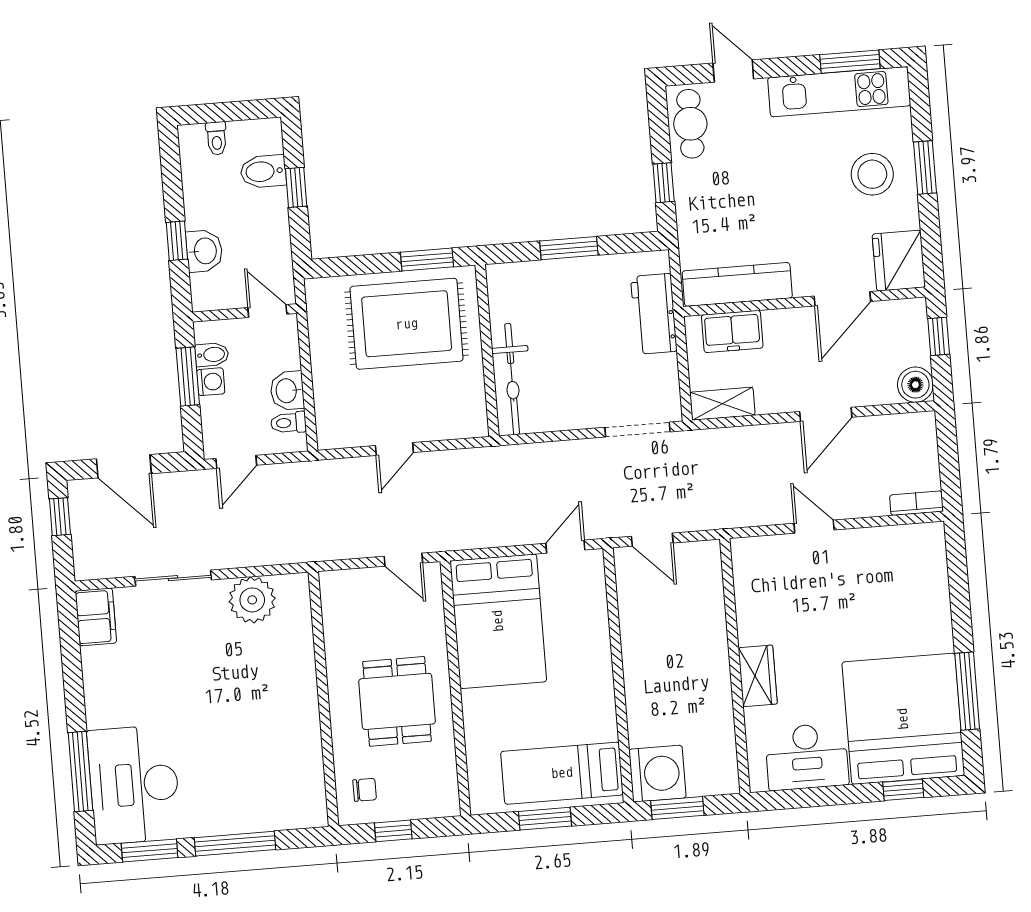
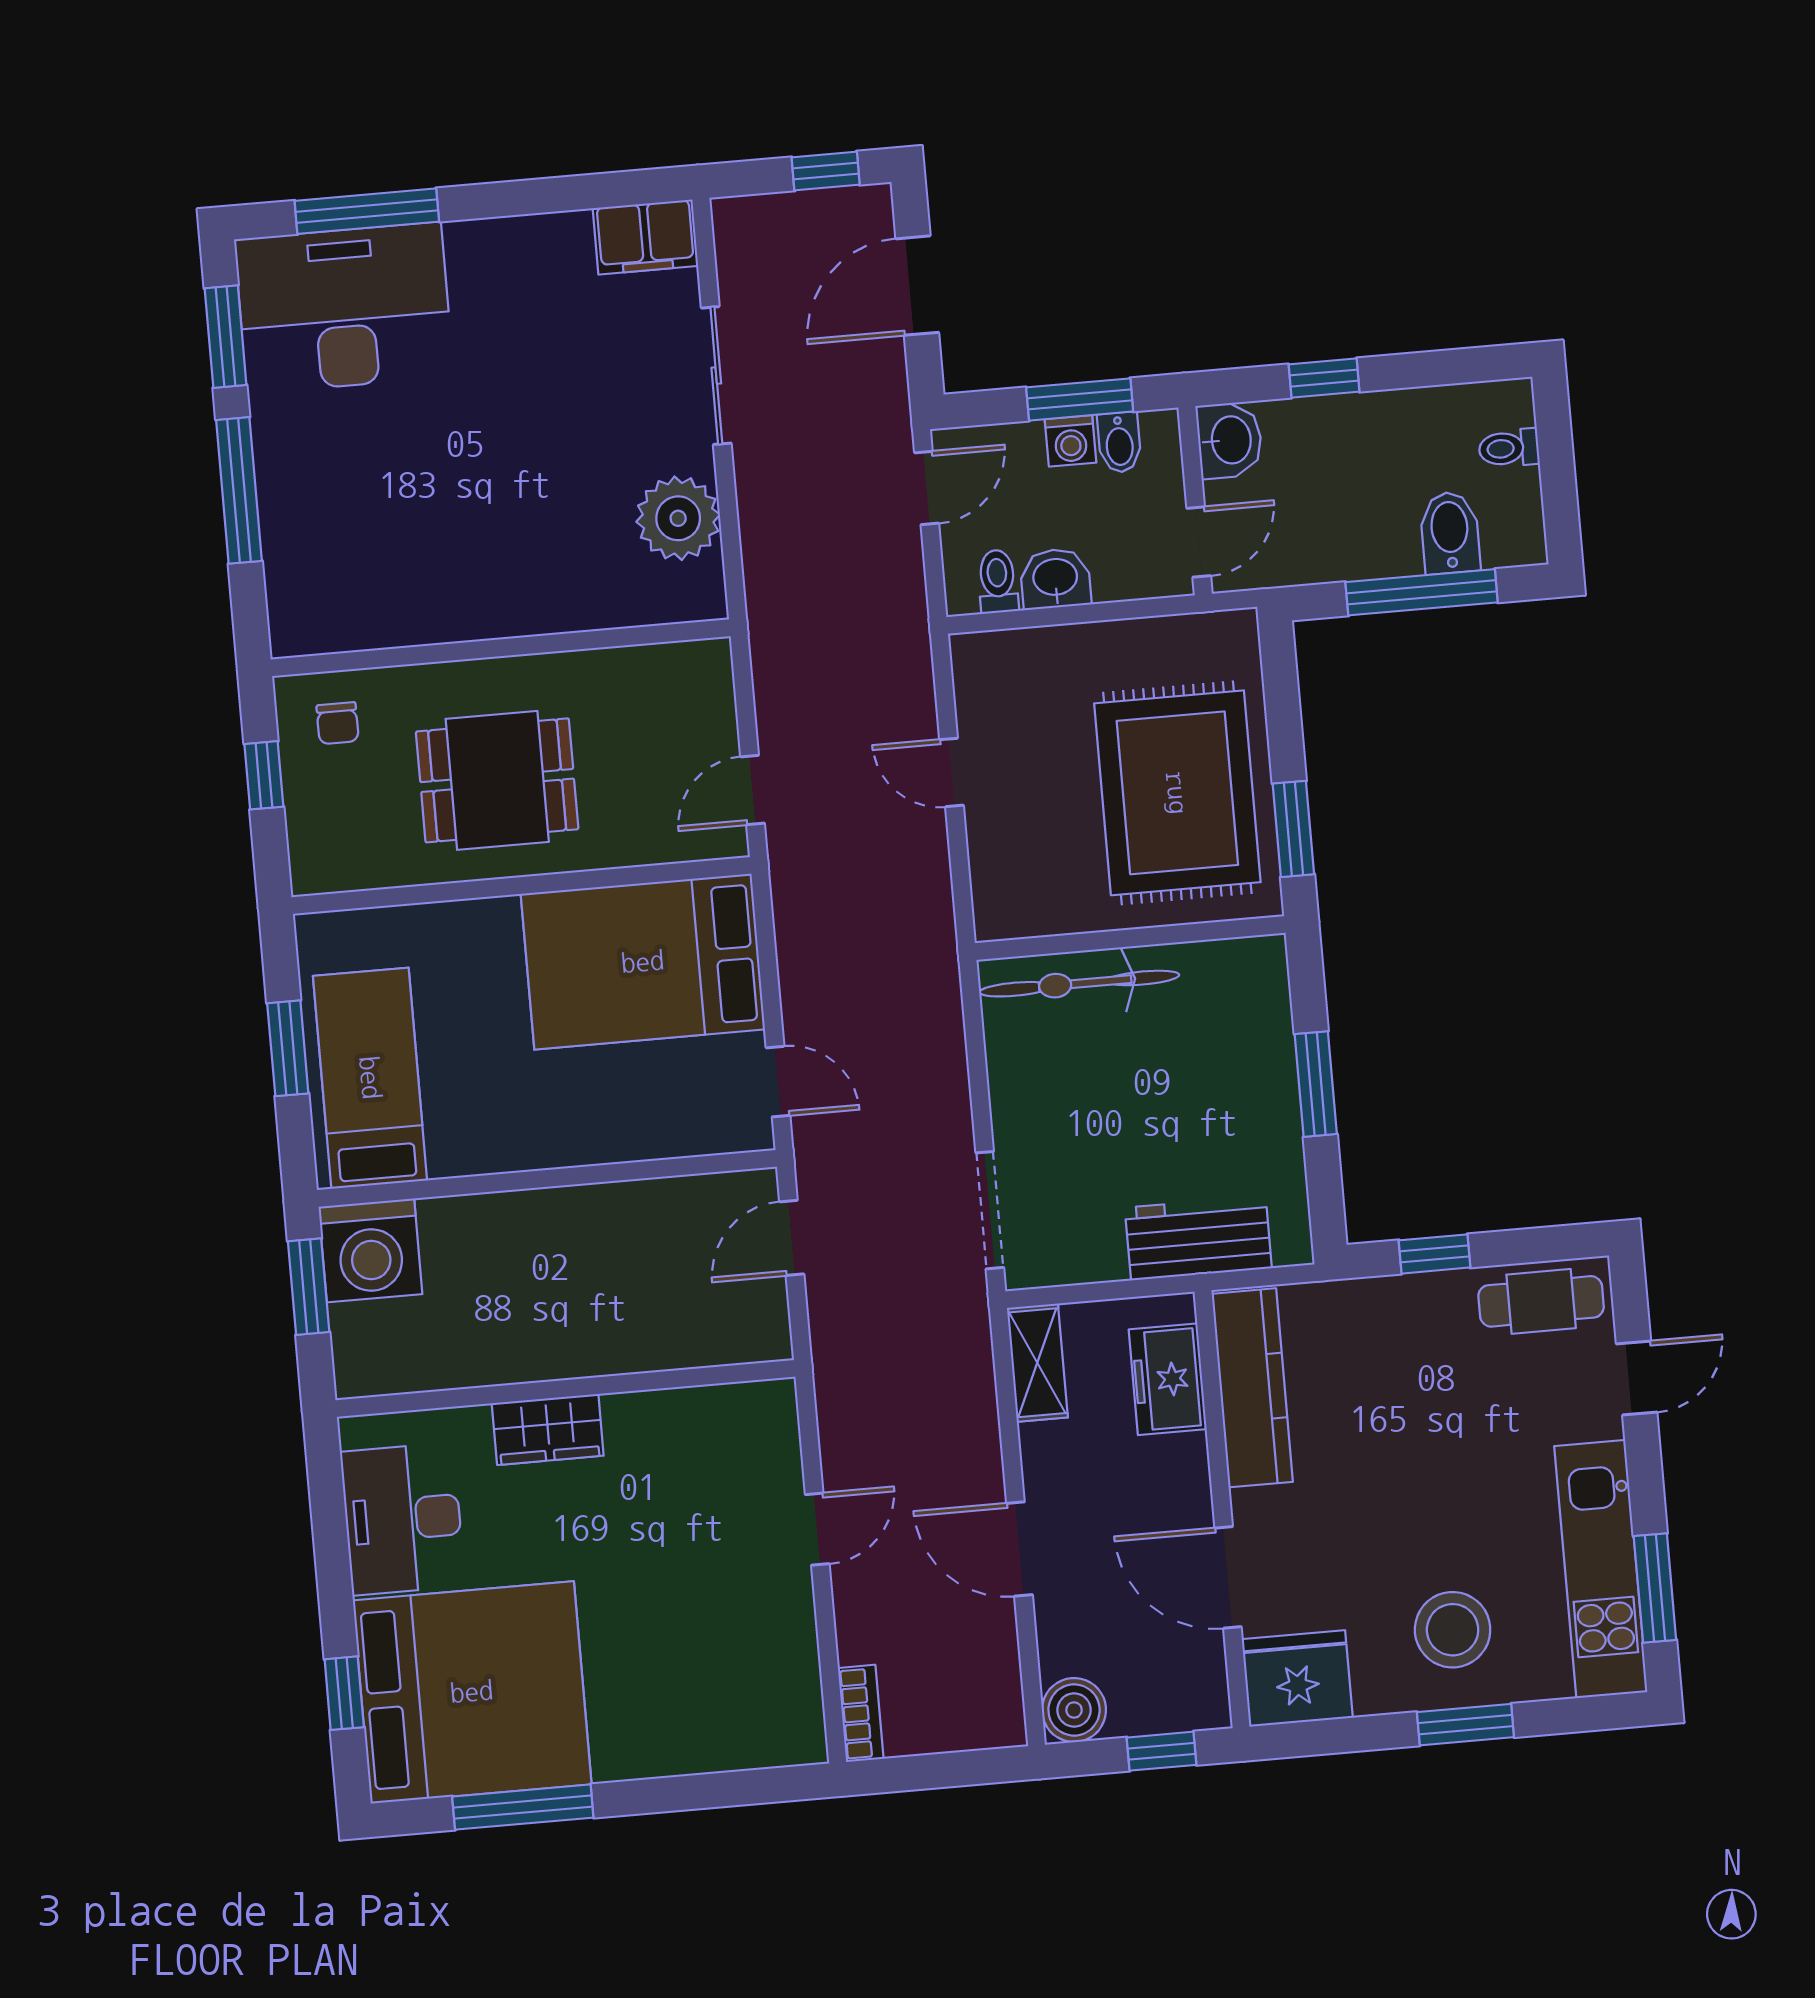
window: (296, 187) -> (1422, 592), width x2.17
washbasin: (204, 251) -> (1229, 440), moved, turned -90
door: (236, 462) -> (927, 488), swing flipped

